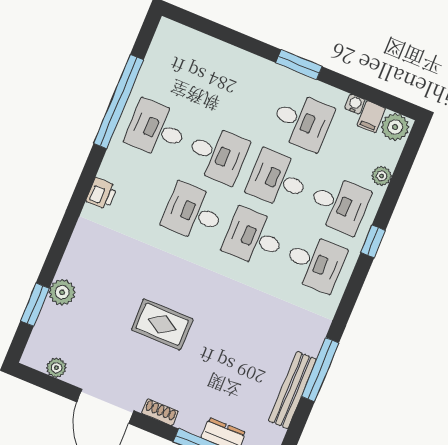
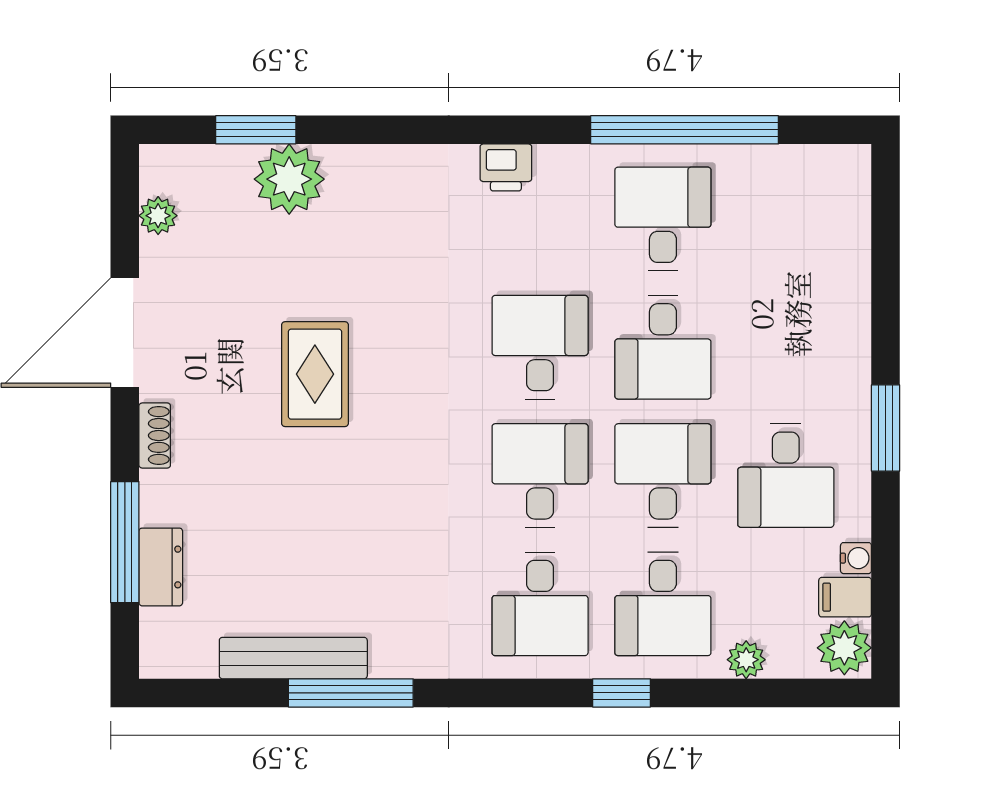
plant: (62, 292) -> (289, 179), width x1.36, depth x1.36

